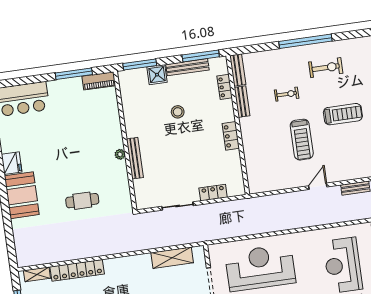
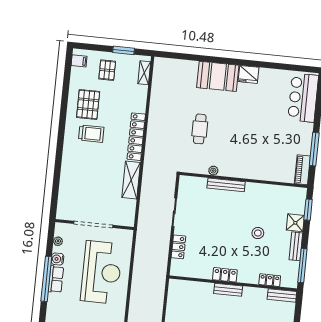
window: (140, 65) -> (308, 210), width x0.69
bench: (187, 67) -> (296, 246), width x0.73
bench: (242, 102) -> (228, 290), moved
plant: (120, 154) -> (213, 171), moved
shelving: (172, 258) -> (131, 180), moved
locker: (77, 270) -> (136, 137), moved

